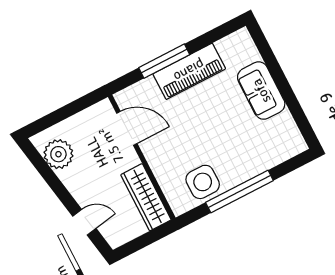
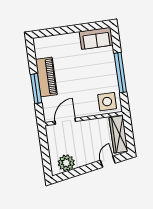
sofa: (261, 91) -> (96, 38), moved
side table: (203, 182) -> (107, 102), moved
wardrobe: (146, 197) -> (119, 134), moved, turned 90

